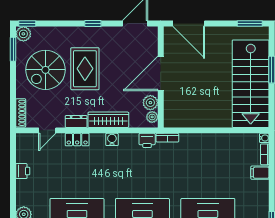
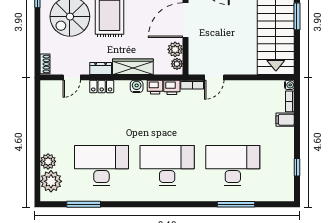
shoe rack: (21, 113) -> (45, 64), width x0.70
door: (189, 130) -> (214, 77), added
printer: (23, 171) -> (155, 87), moved, turned 90

